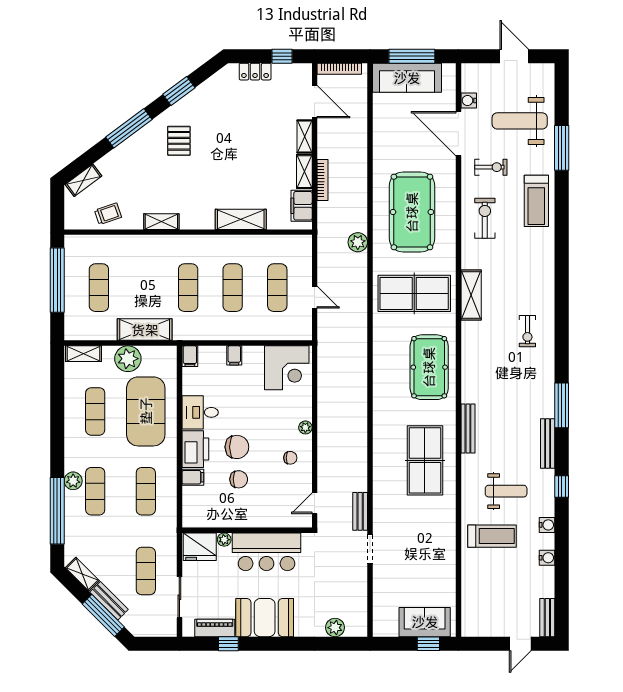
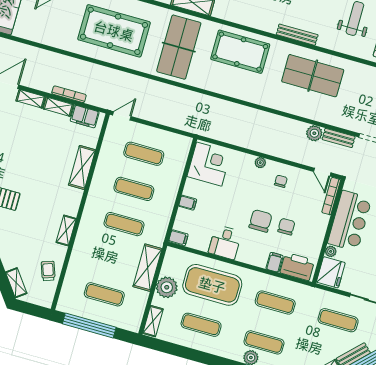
plant: (358, 242) -> (314, 133), moved
door: (315, 297) -> (122, 116), moved
printer: (195, 449) -> (297, 267), moved
bookcase: (289, 522) -> (331, 196), added

